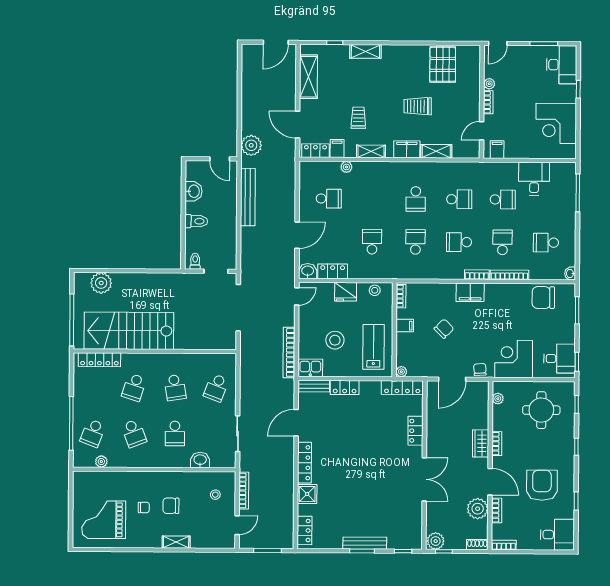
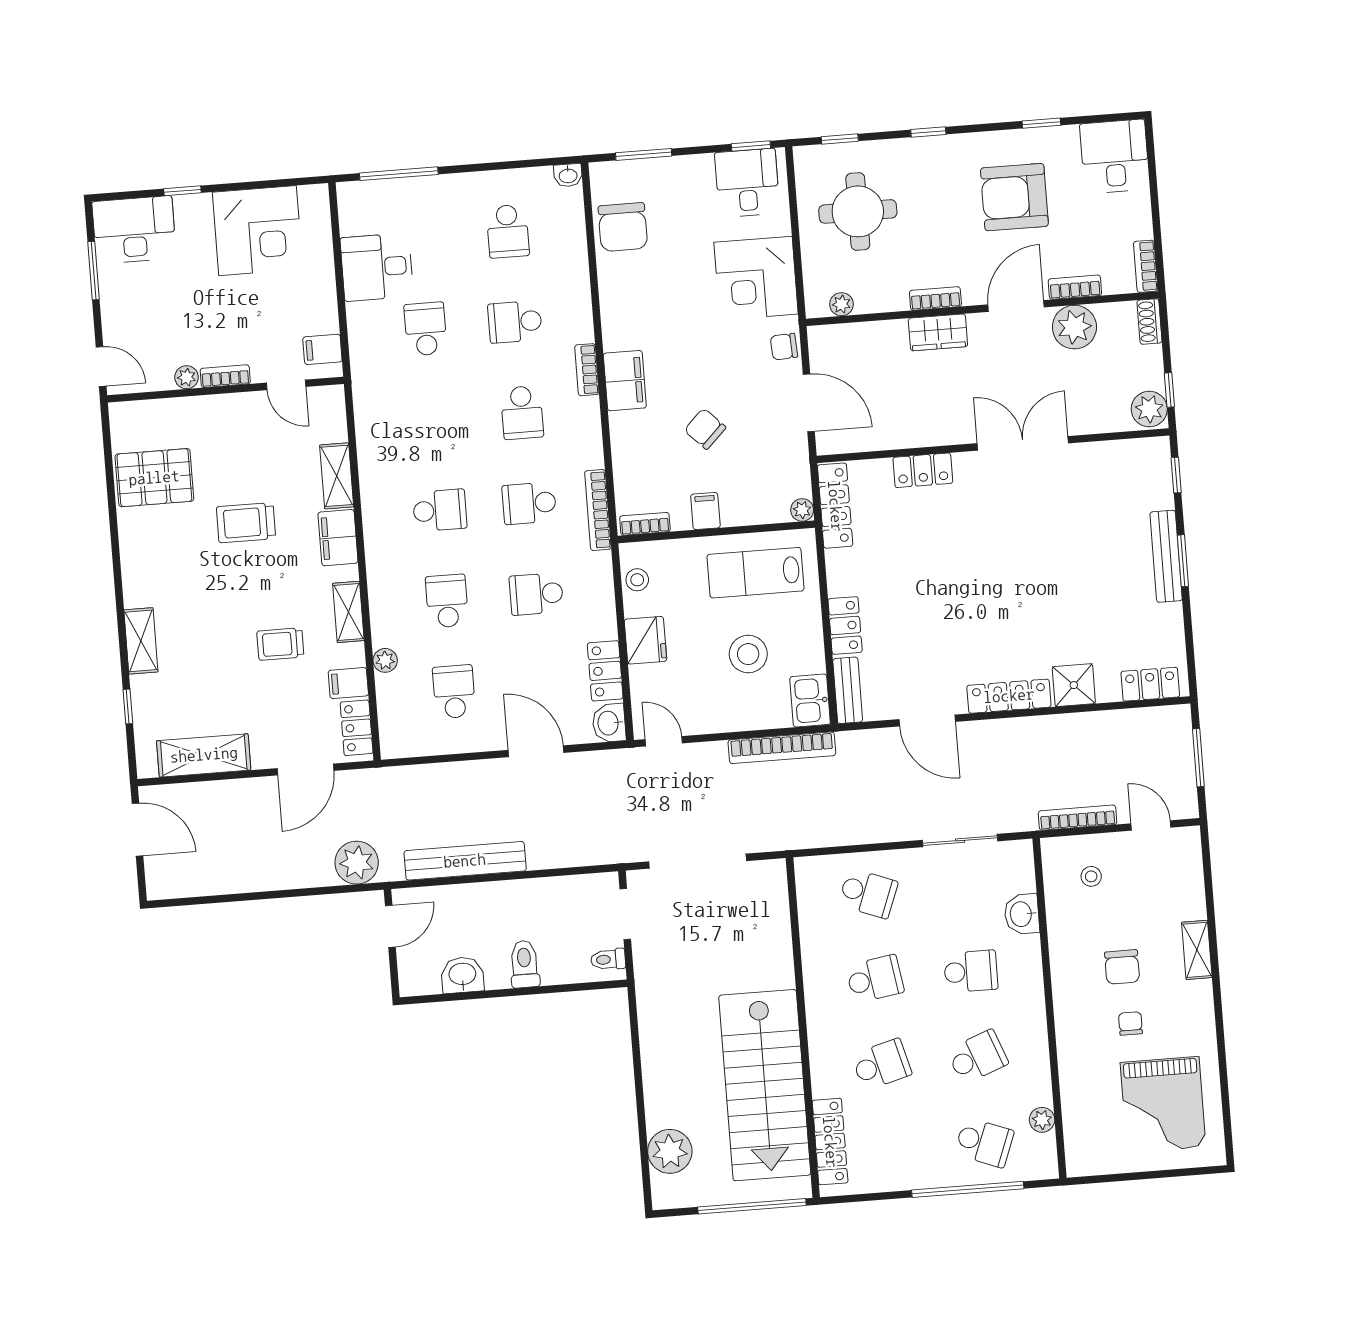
trolley: (418, 106) -> (246, 523), turned 90
school desk: (459, 199) -> (447, 601), moved
bookcase: (509, 275) -> (598, 510), moved
school desk: (134, 387) -> (882, 1064), turned -33

